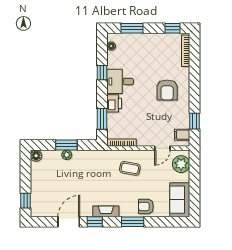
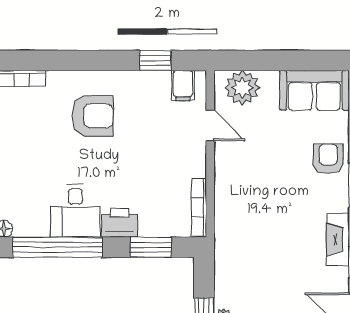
window: (102, 73) -> (58, 247), width x3.17
coffee table: (130, 168) -> (251, 191), removed
armchair: (146, 207) -> (328, 159), turned 180

